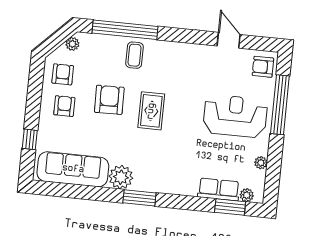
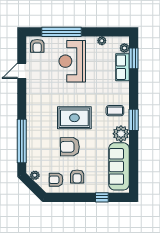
coffee table: (135, 55) -> (115, 111), moved
armchair: (64, 106) -> (77, 176), turned -90
rug: (151, 111) -> (74, 118), width x1.36, depth x1.43

